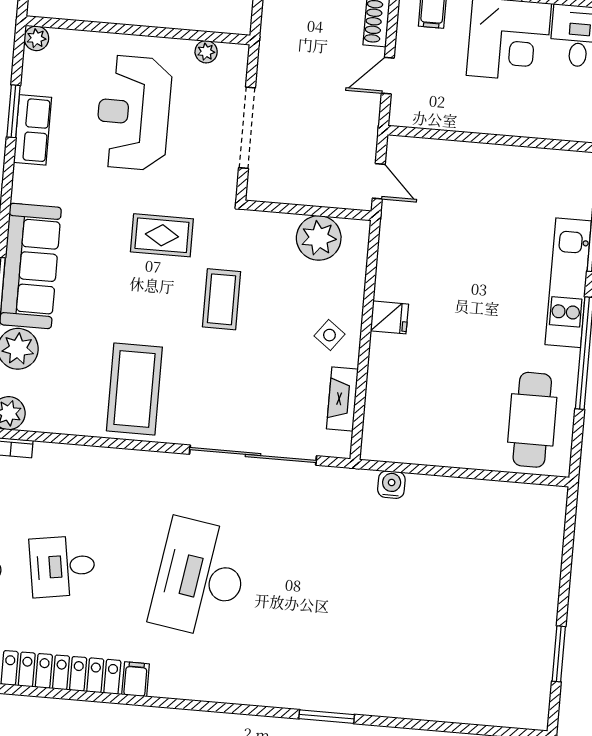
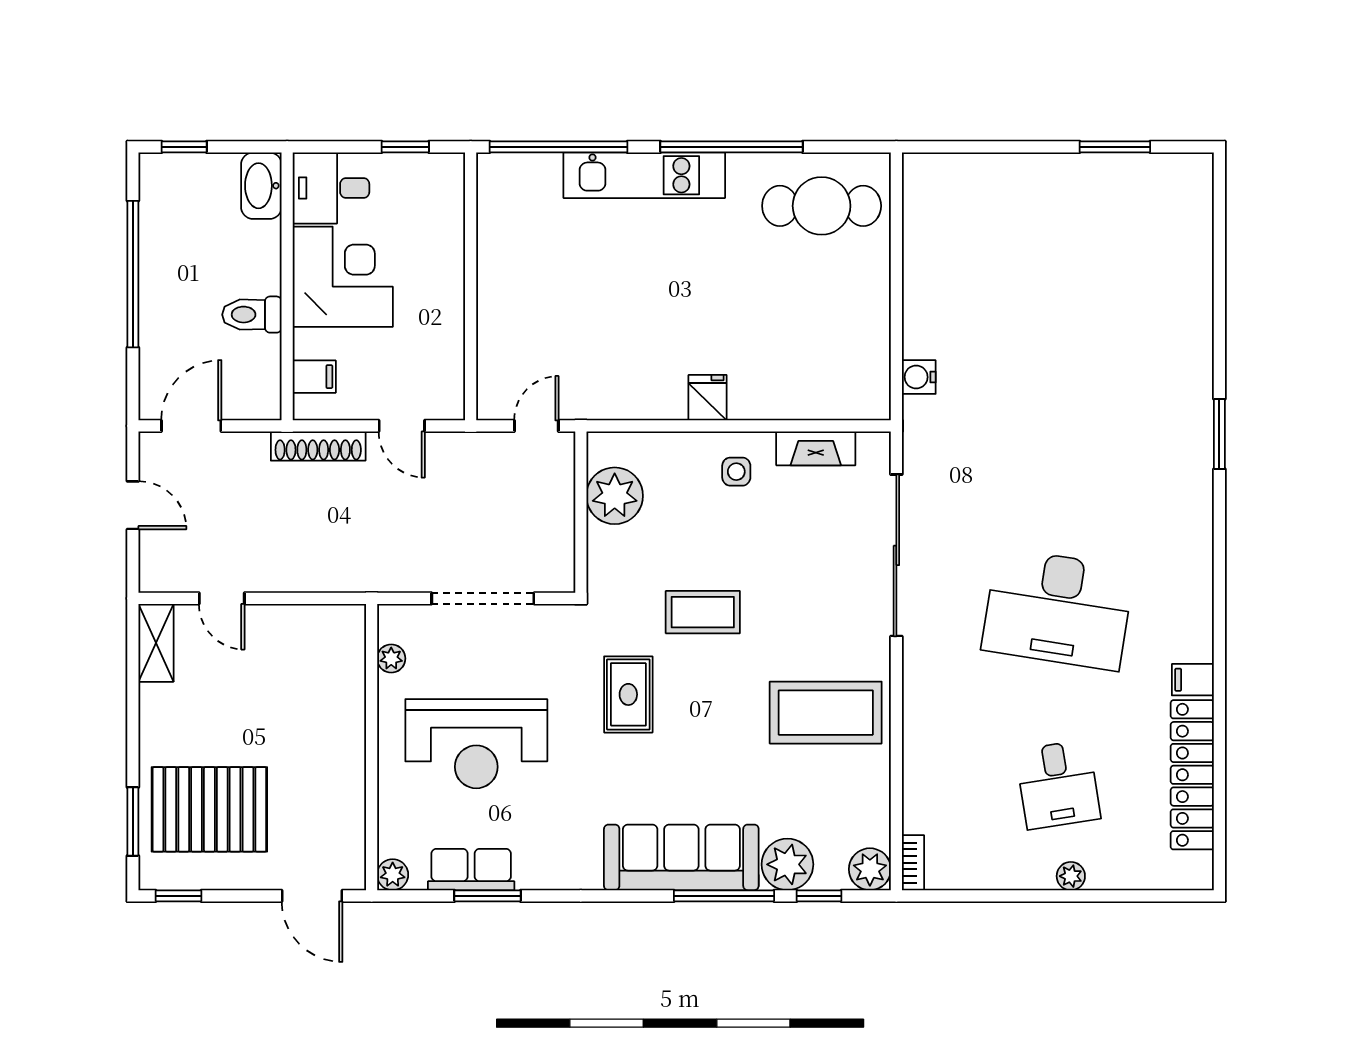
row of seats: (33, 130) -> (471, 870), moved
side table: (329, 335) -> (736, 472), turned -37

